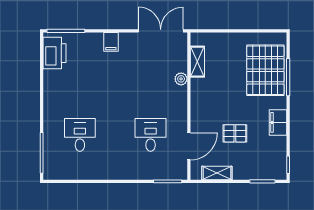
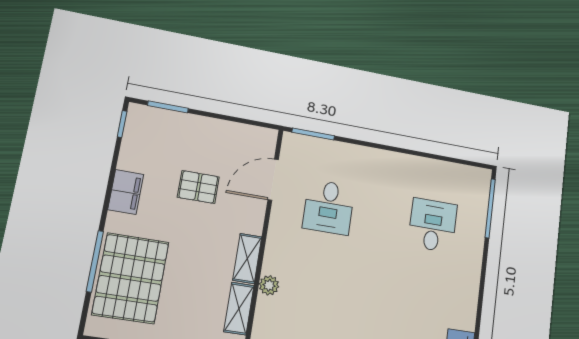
desk: (80, 135) -> (433, 225), turned 180
shelving: (217, 173) -> (247, 258), moved, turned 90

